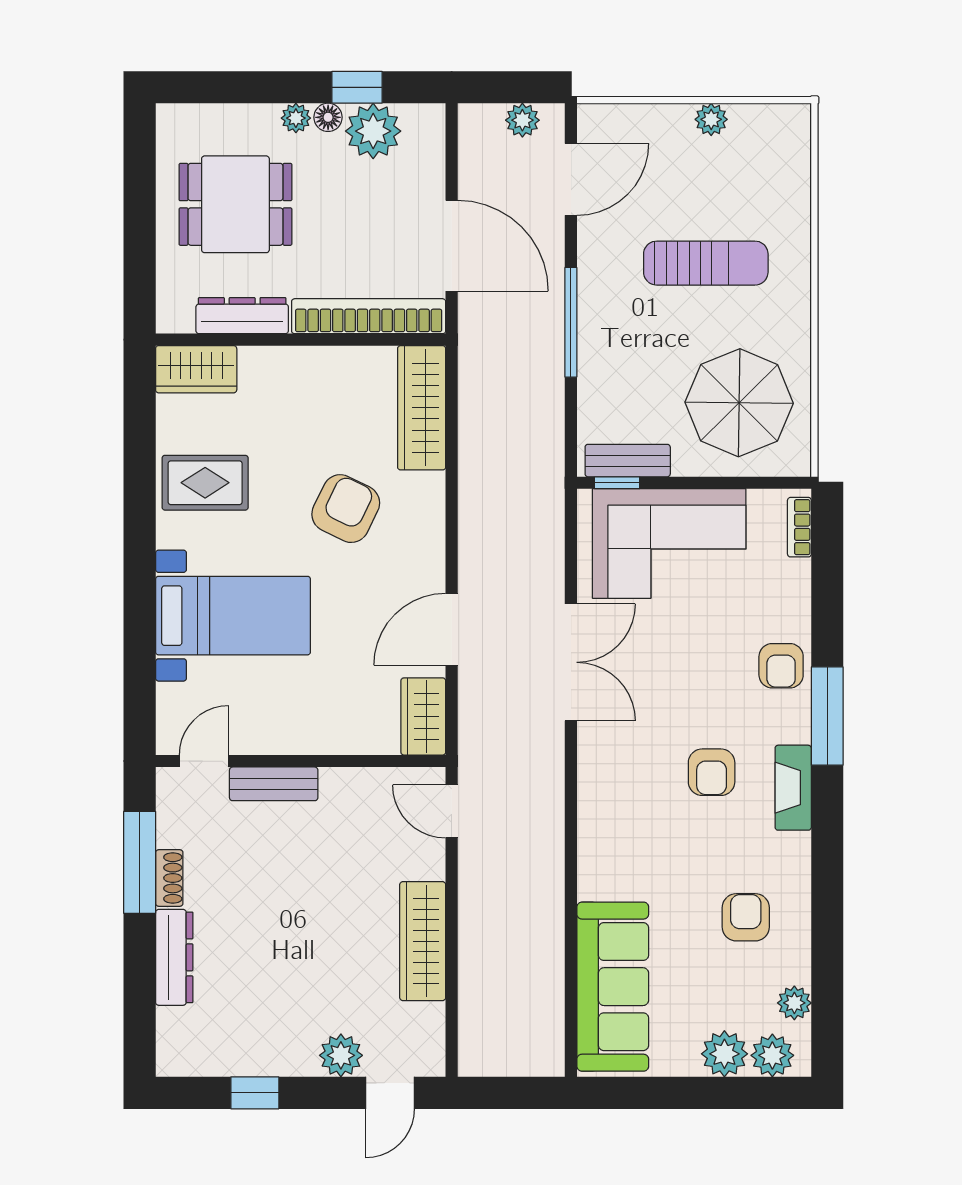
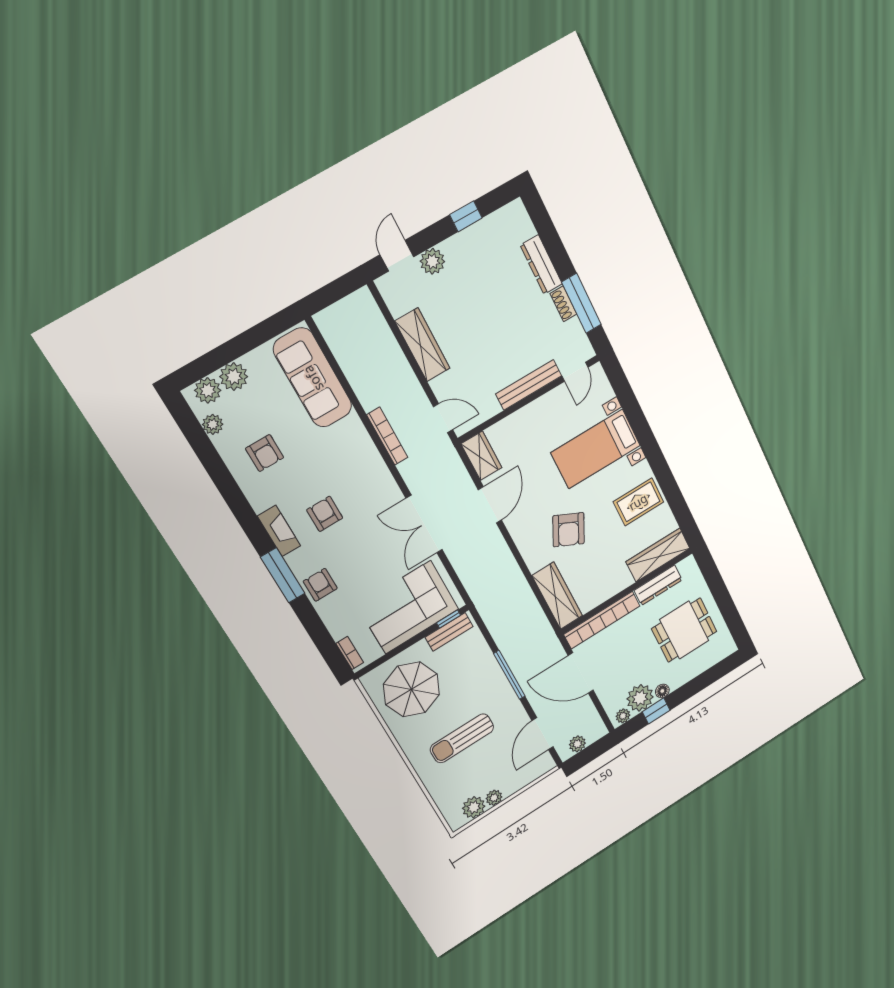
plant: (296, 118) -> (623, 716), moved
plant: (753, 126) -> (474, 807), added
wardrobe: (196, 369) -> (658, 555), width x1.50
bench: (274, 784) -> (529, 385), width x1.36
bookcase: (552, 834) -> (387, 436), added

